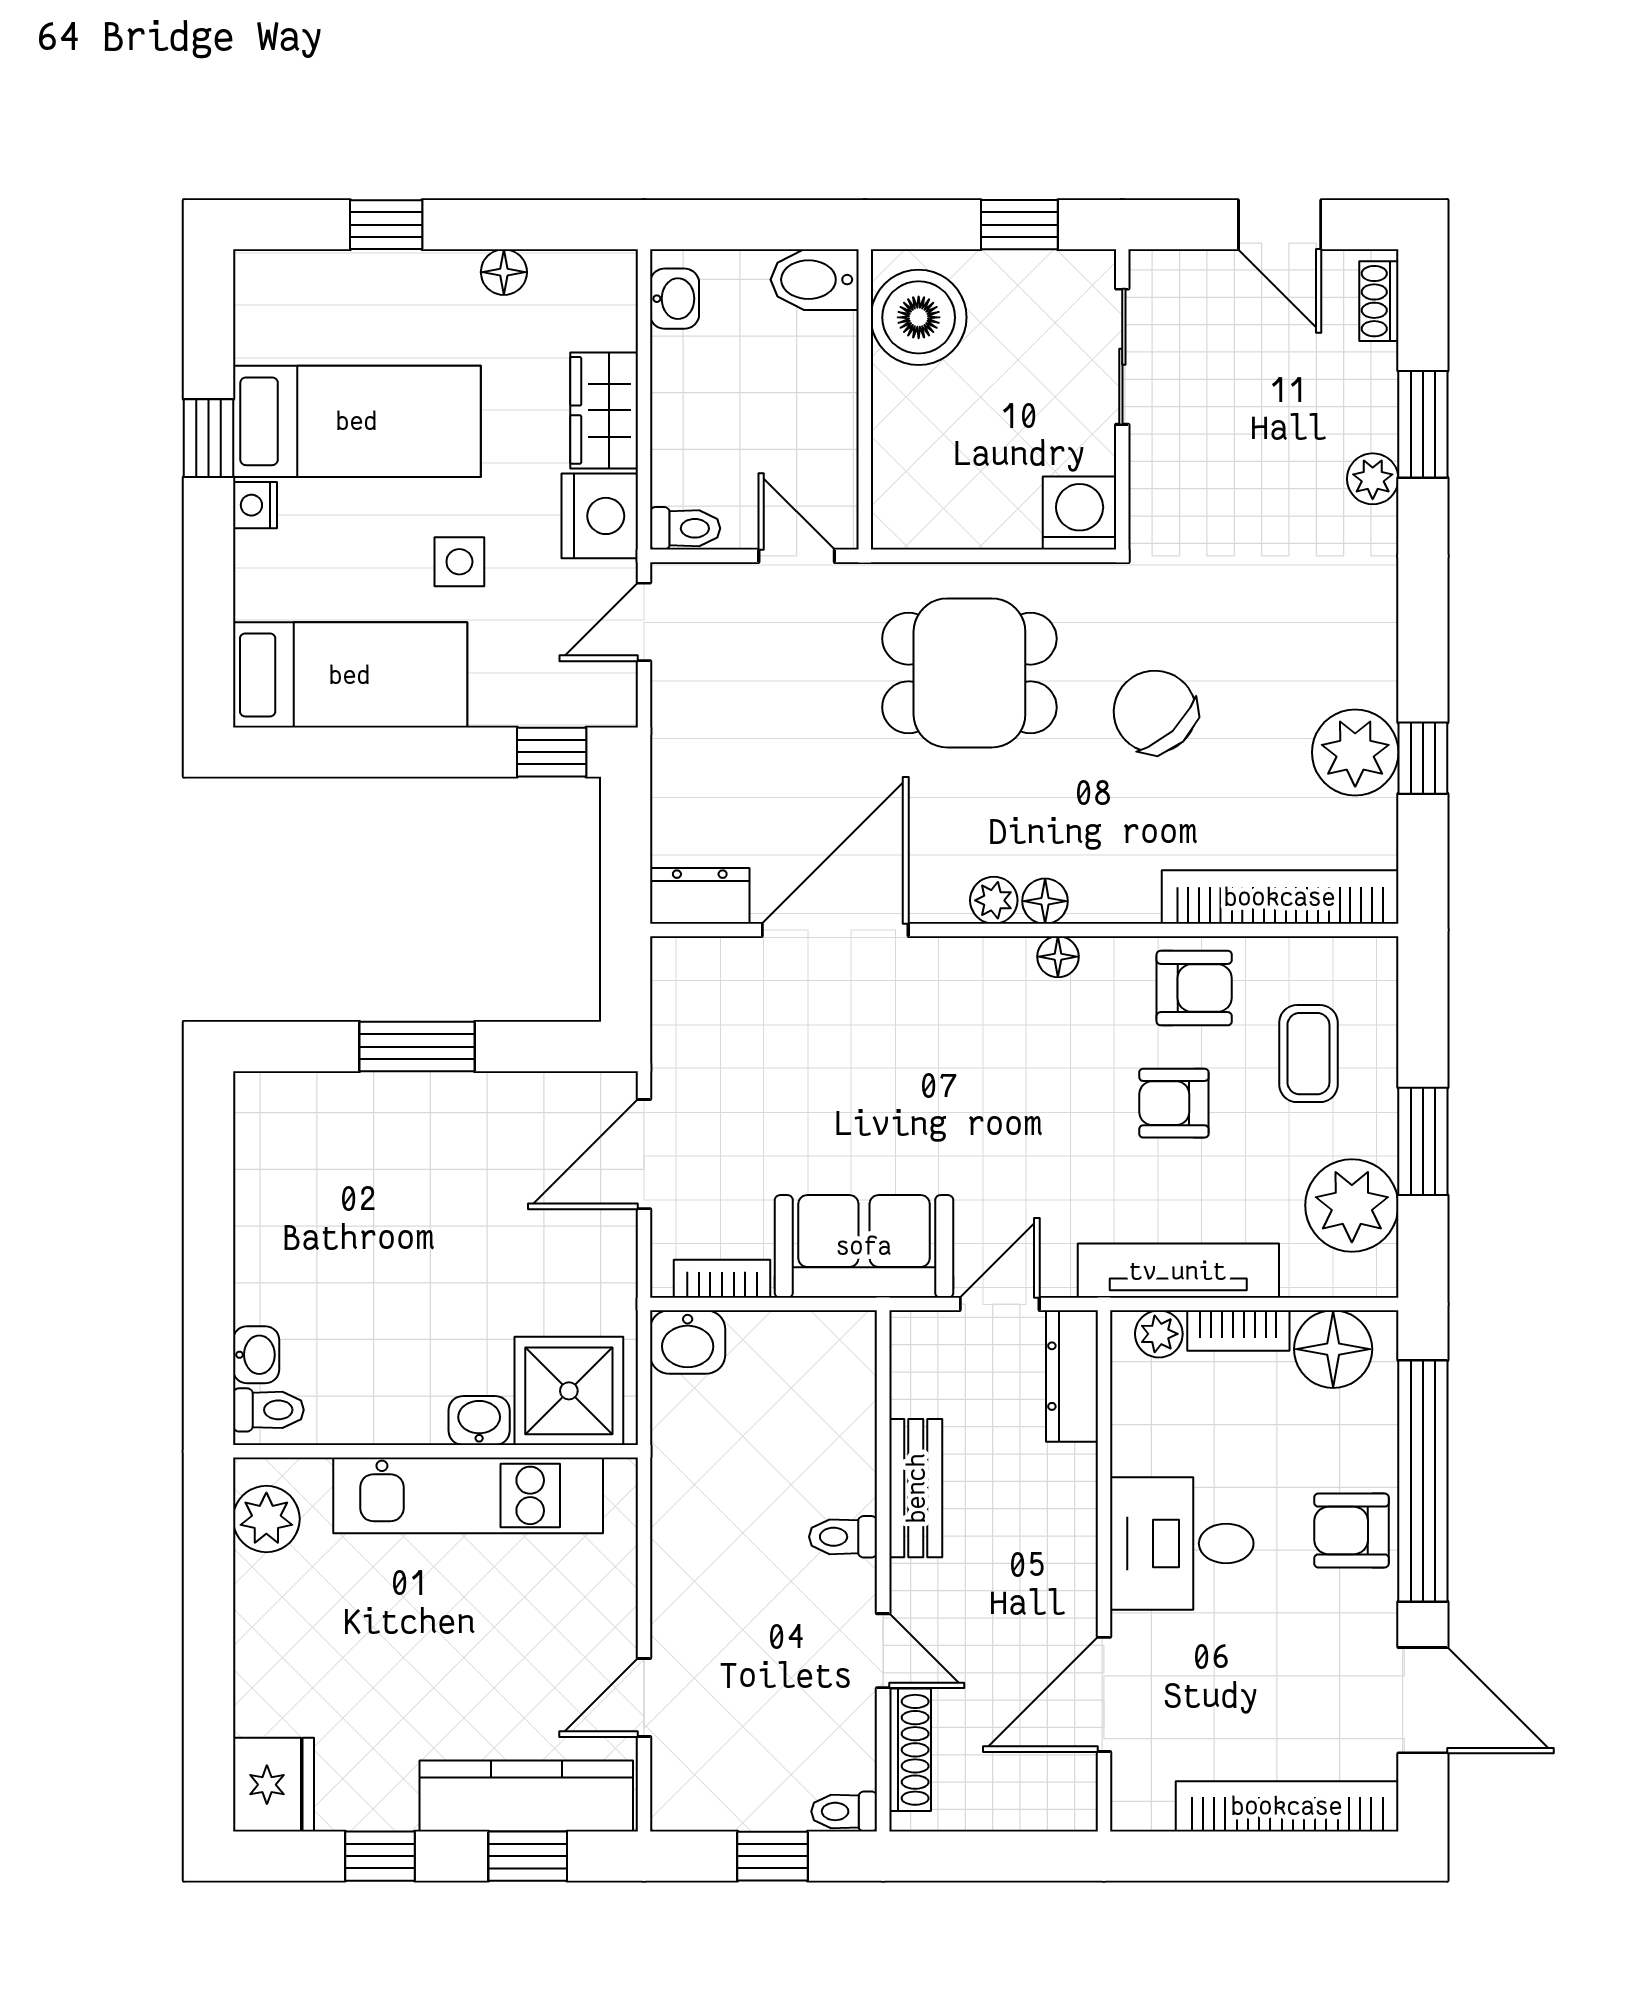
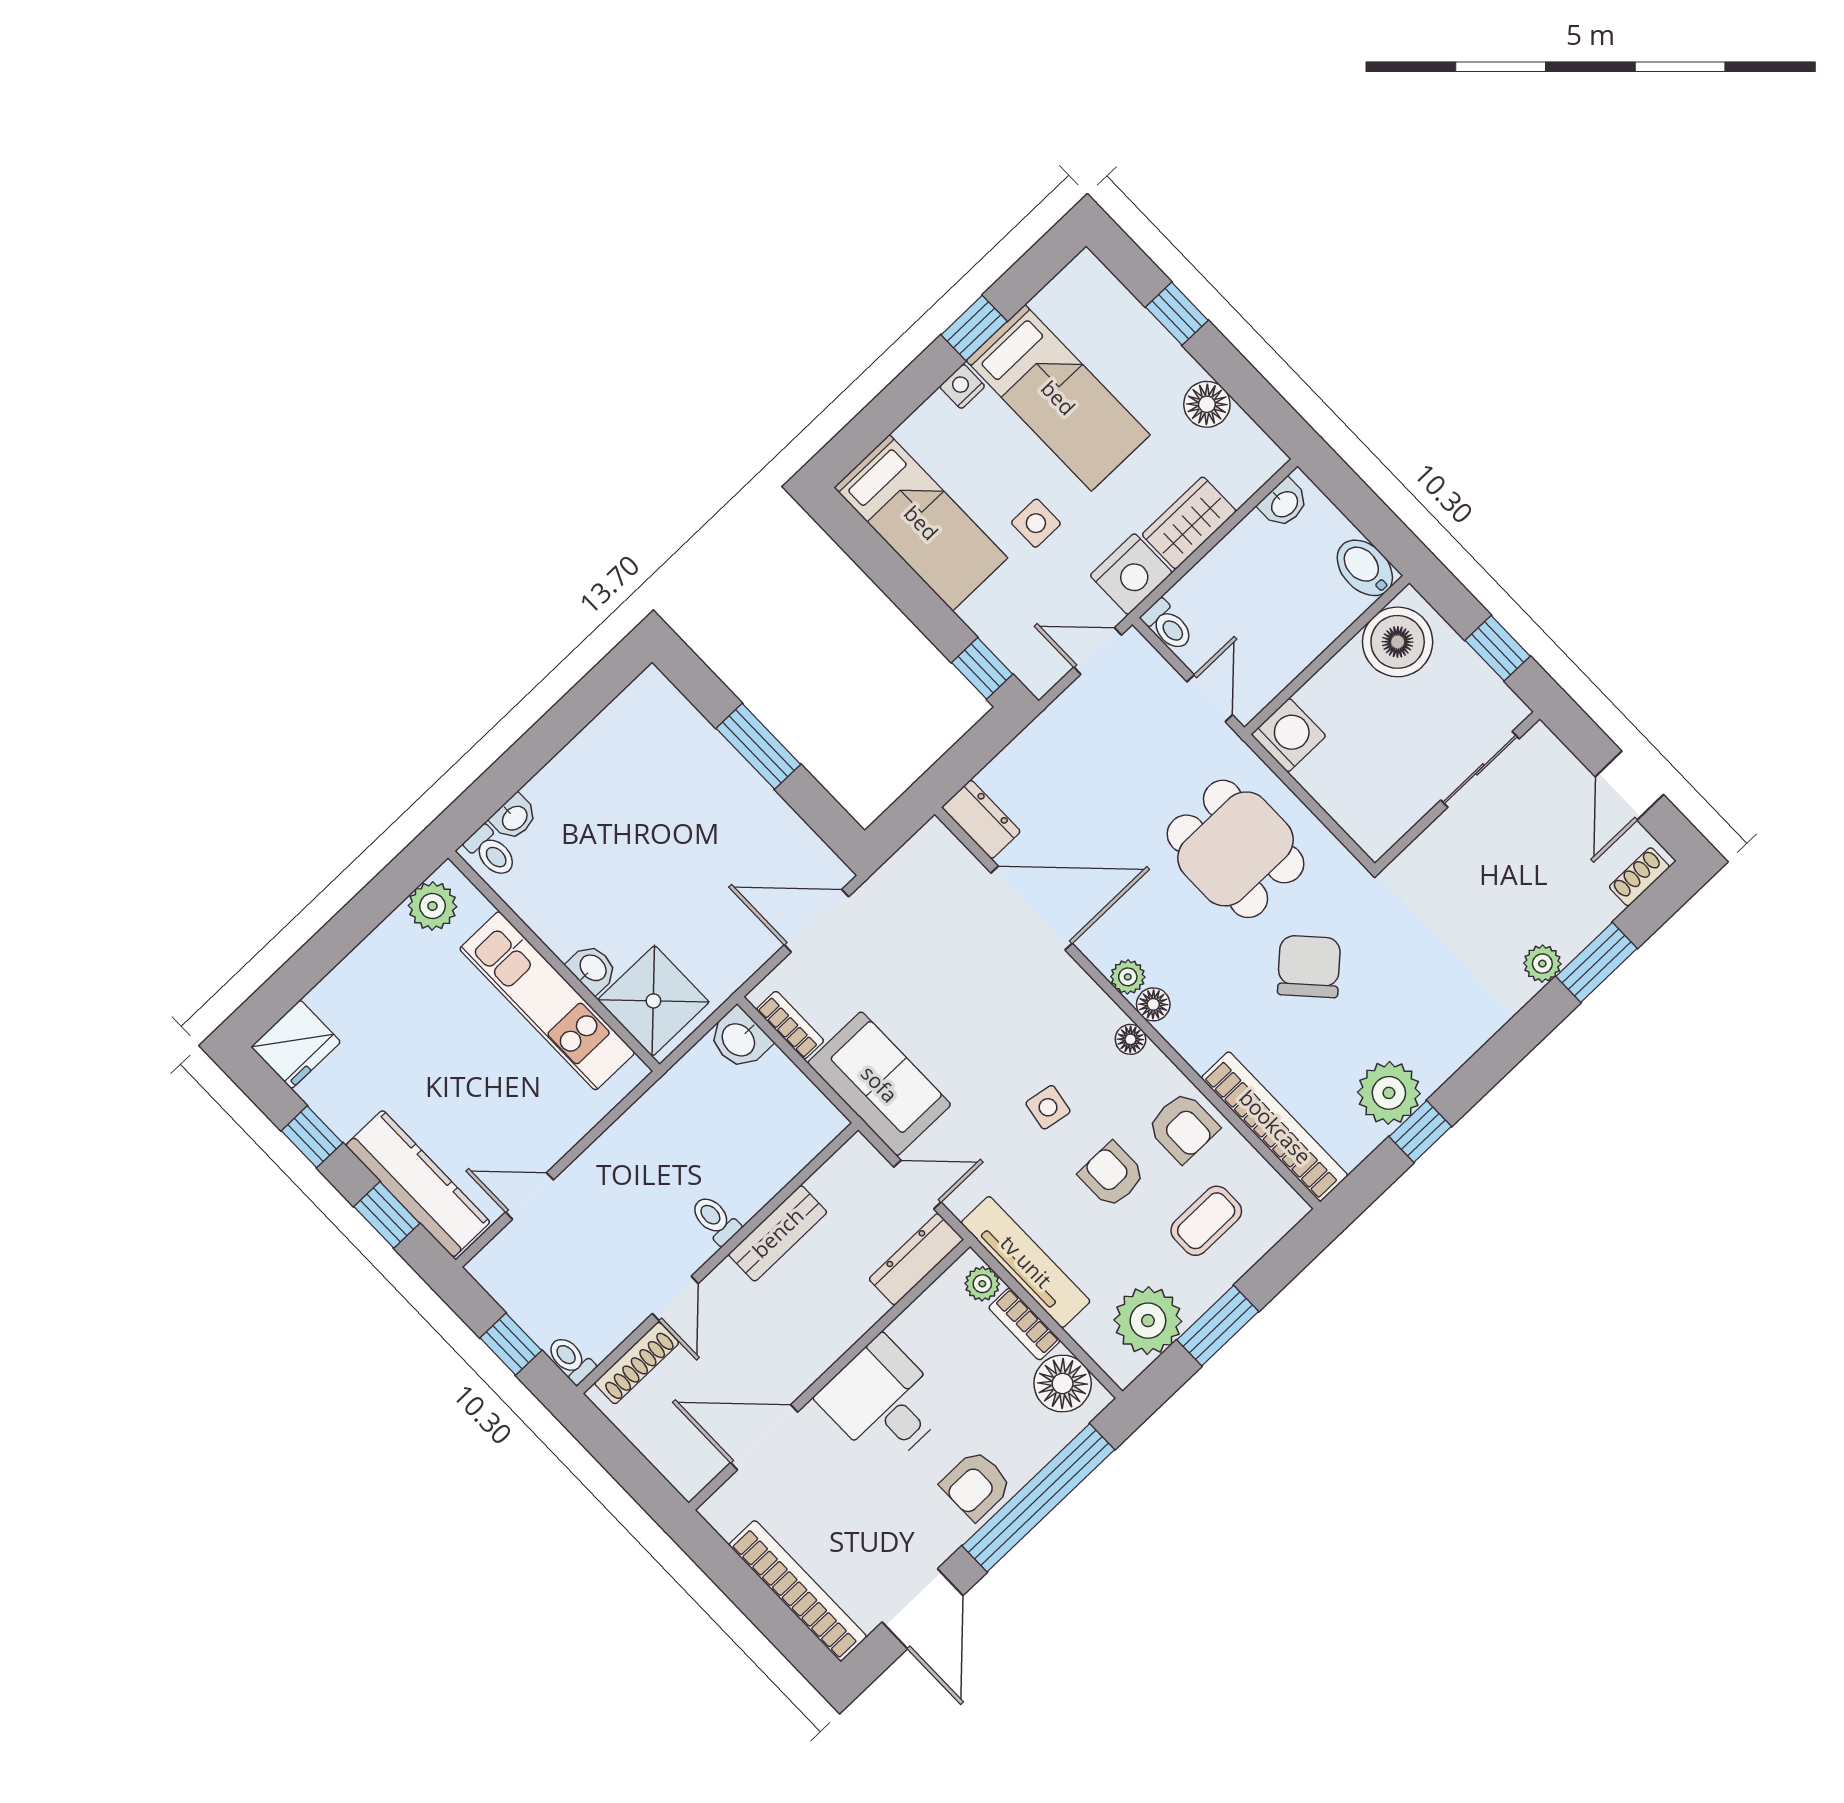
floor lamp: (504, 272) -> (1207, 404), width x1.37, depth x1.37
washing machine: (1080, 513) -> (1289, 735), moved
side table: (1047, 1102) -> (1048, 1107), added
armchair: (1352, 1530) -> (976, 1485), turned -90

